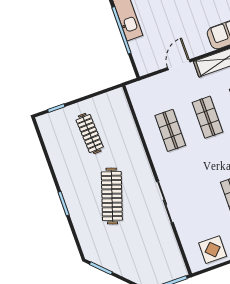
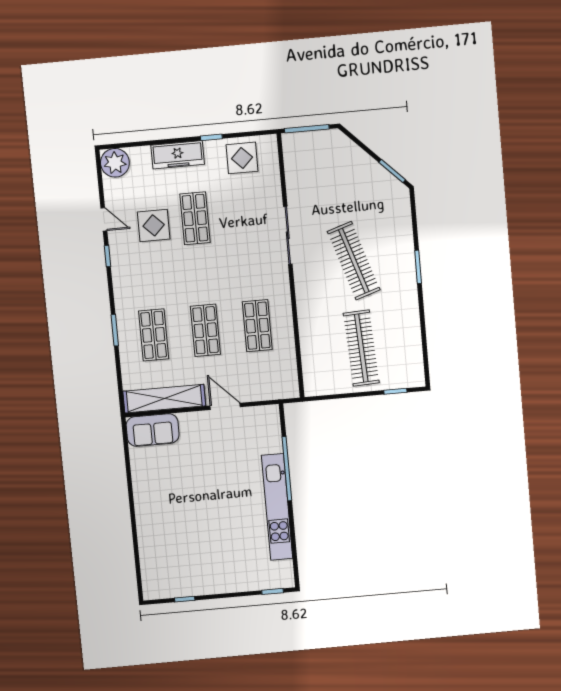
door: (179, 65) -> (225, 406), swing flipped
clothes rail: (90, 134) -> (361, 348), width x1.37, depth x1.31
clothes rail: (112, 196) -> (354, 261), turned -36

